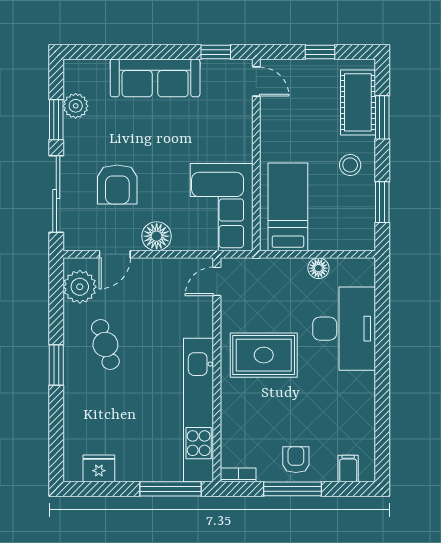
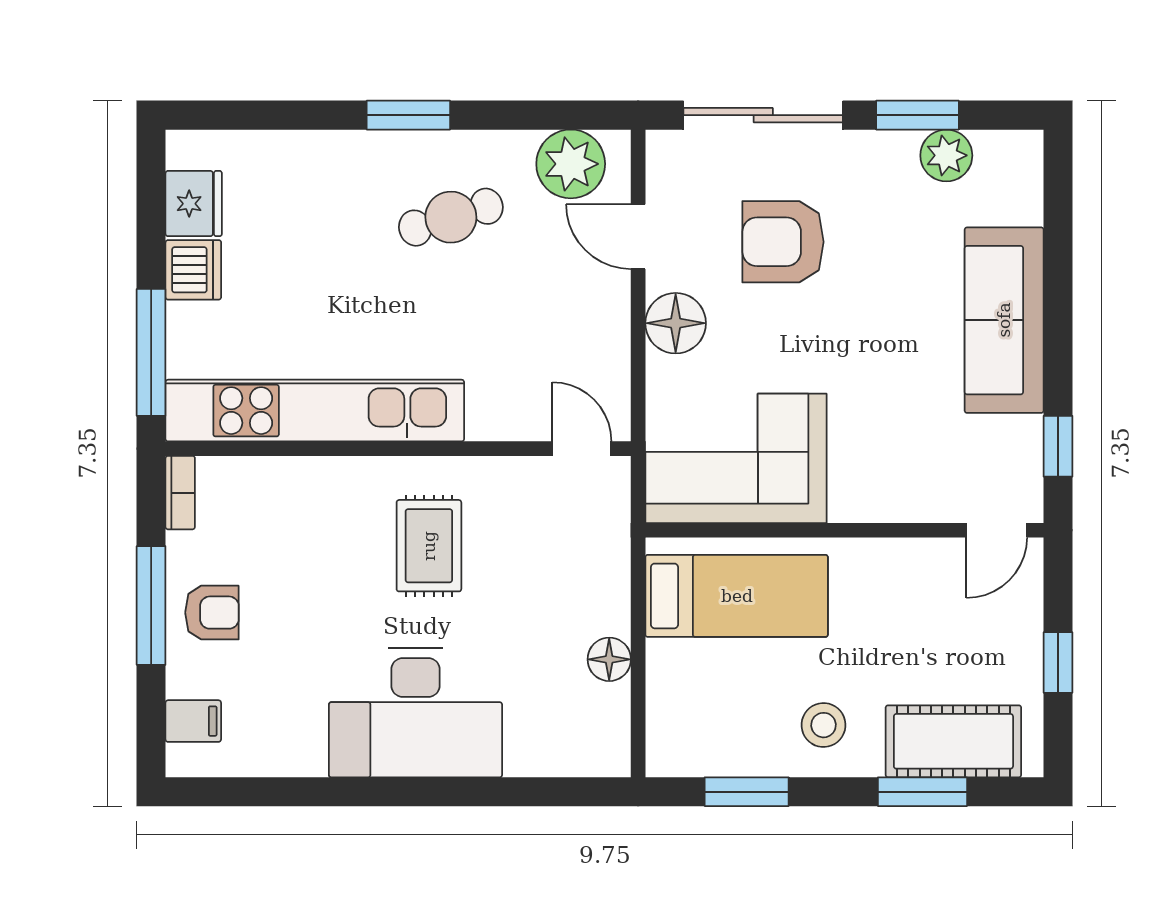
desk: (344, 329) -> (415, 713), moved
rug: (264, 355) -> (429, 546), width x0.73, depth x0.70
dishwasher: (131, 469) -> (193, 270), added

